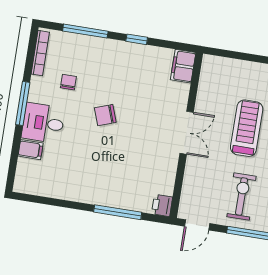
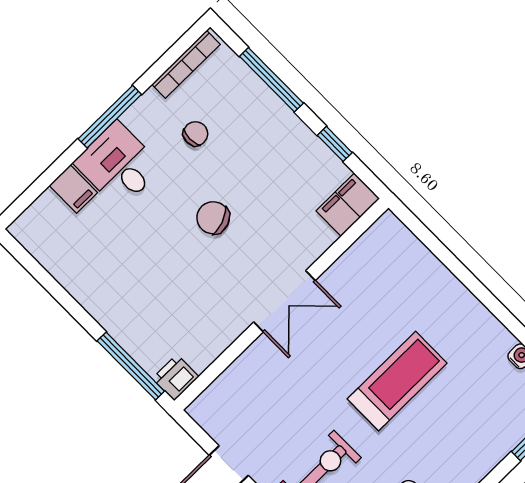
filing cabinet: (183, 66) -> (348, 205), moved
double door: (187, 133) -> (284, 301), moved
wall: (186, 135) -> (281, 304), moved
printer: (162, 205) -> (176, 378), moved

